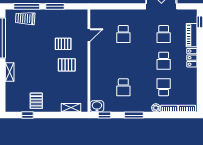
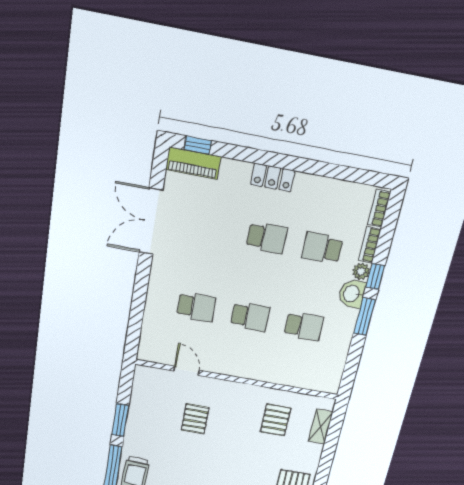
school desk: (164, 34) -> (250, 317), moved
piano: (192, 35) -> (193, 163), moved
pallet: (67, 65) -> (276, 420), moved
washbasin: (97, 106) -> (352, 294), moved
window: (105, 115) -> (375, 277), moved

